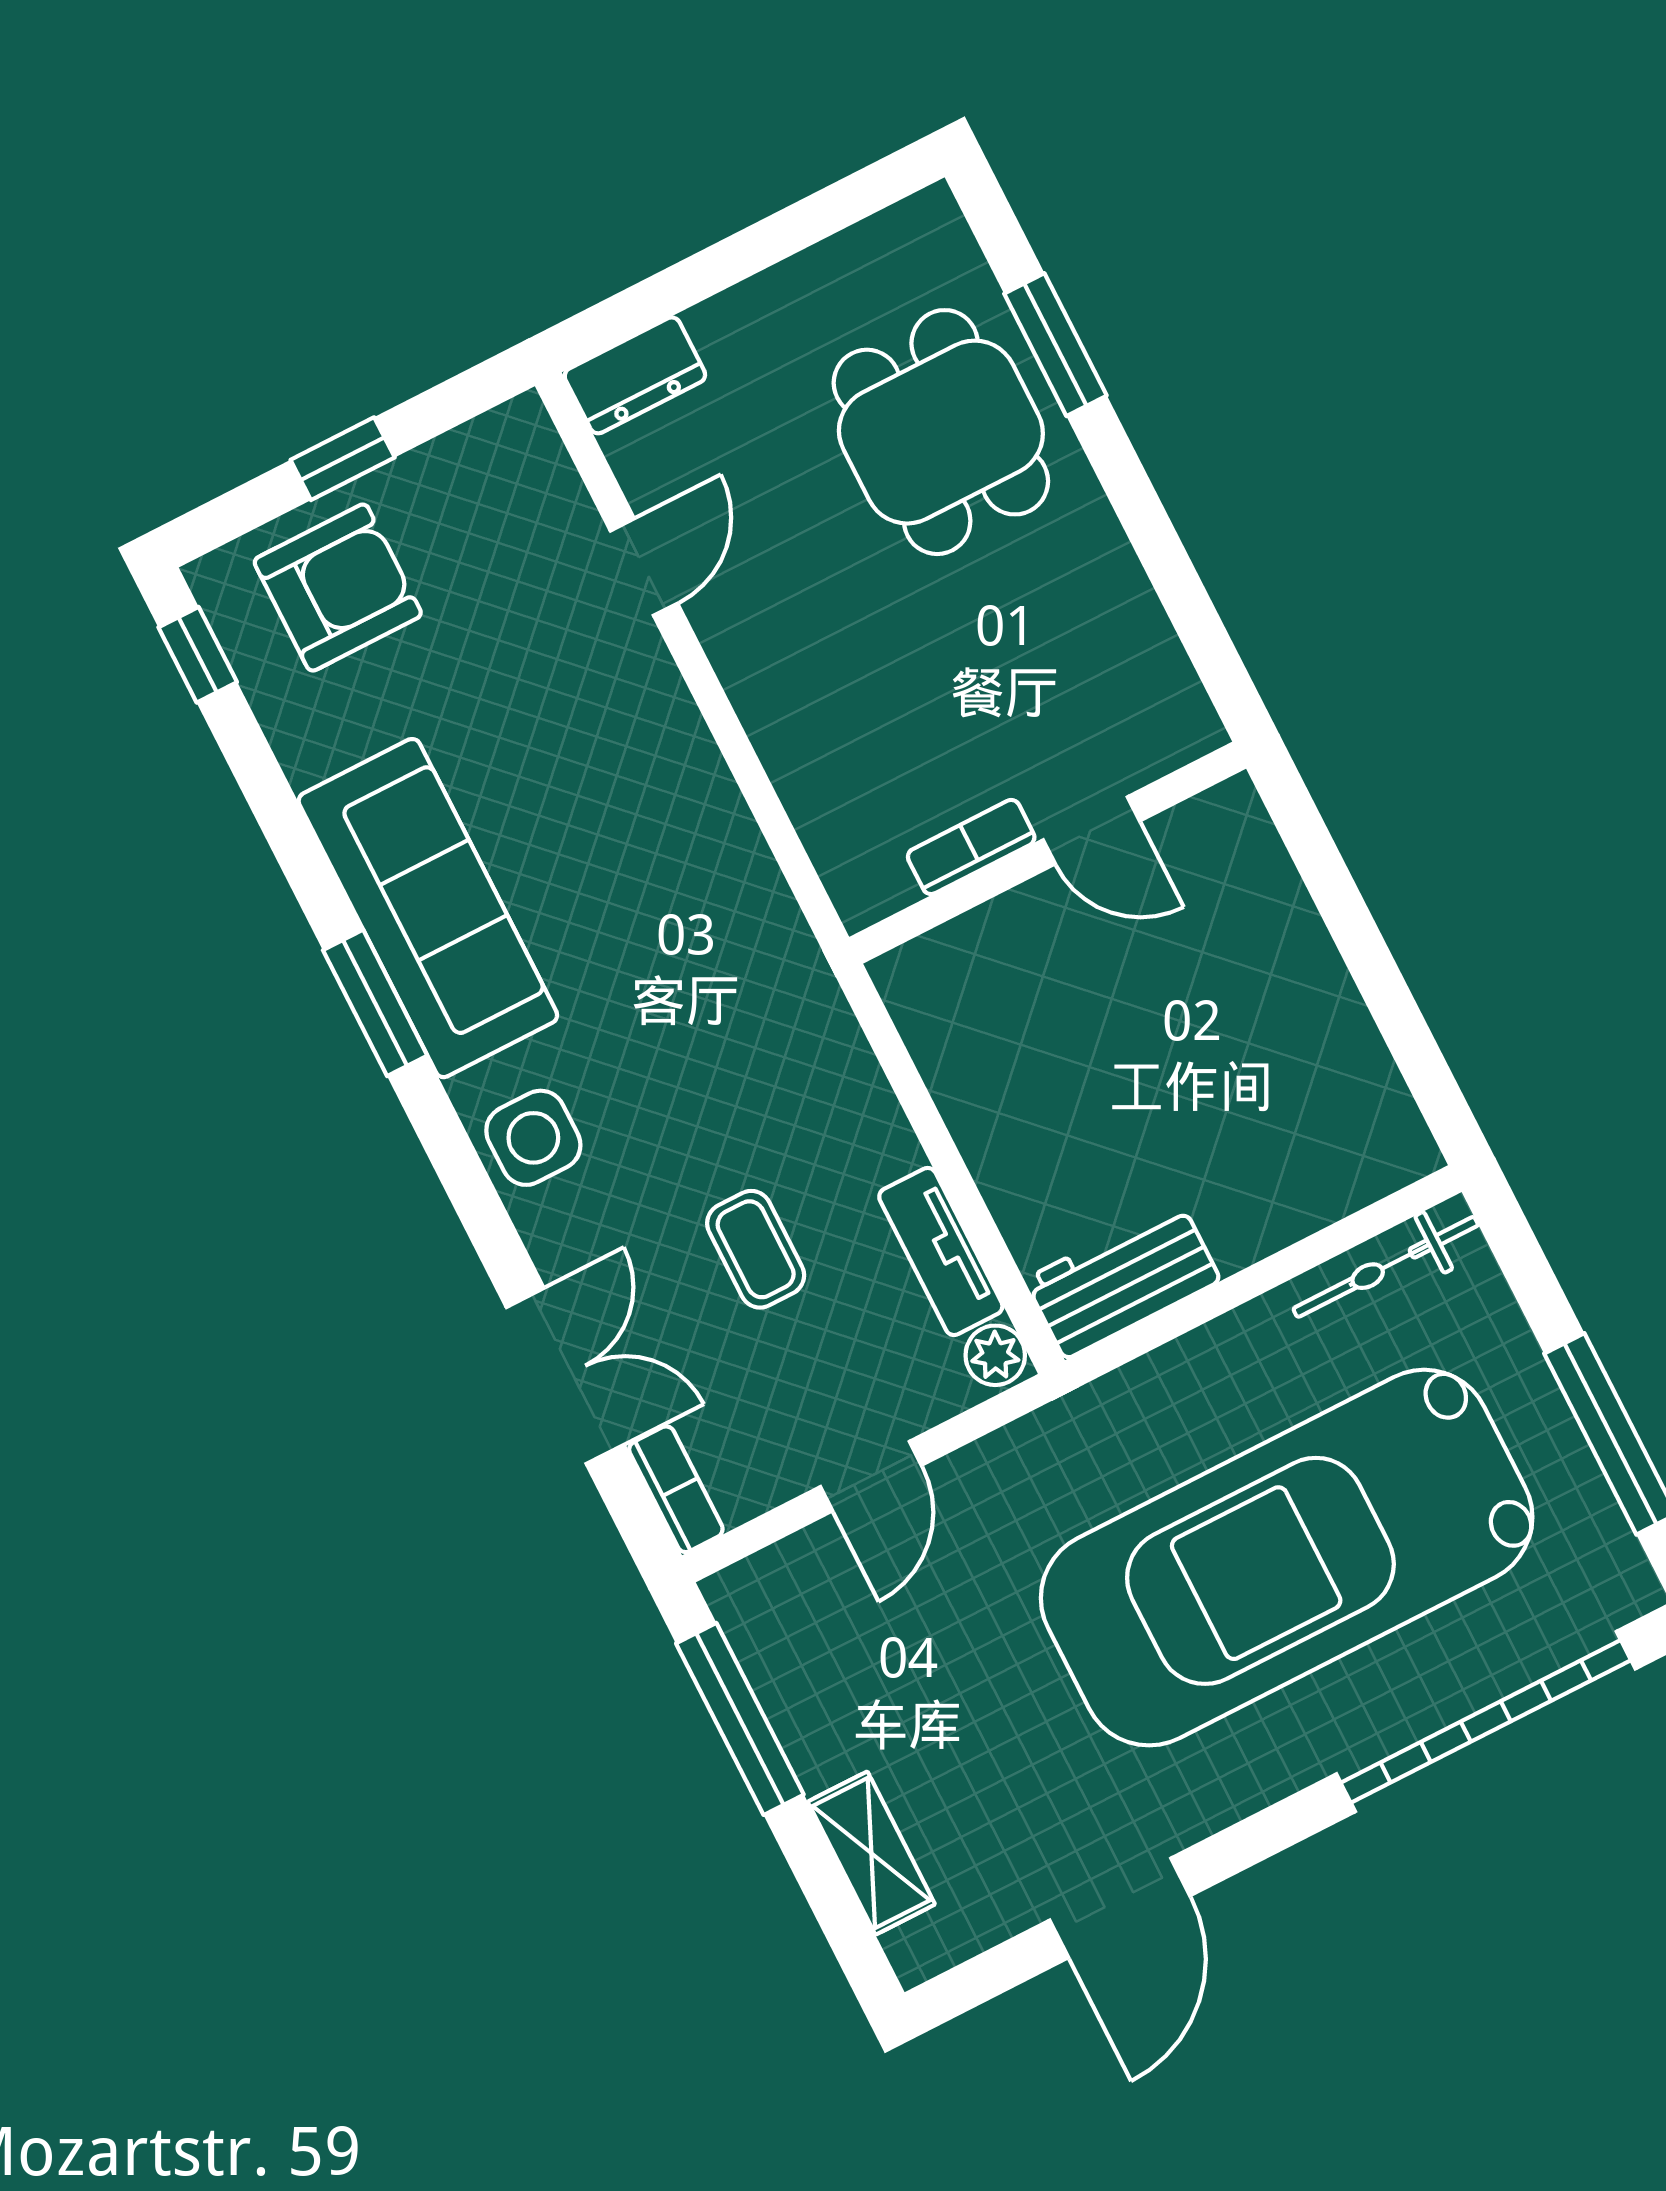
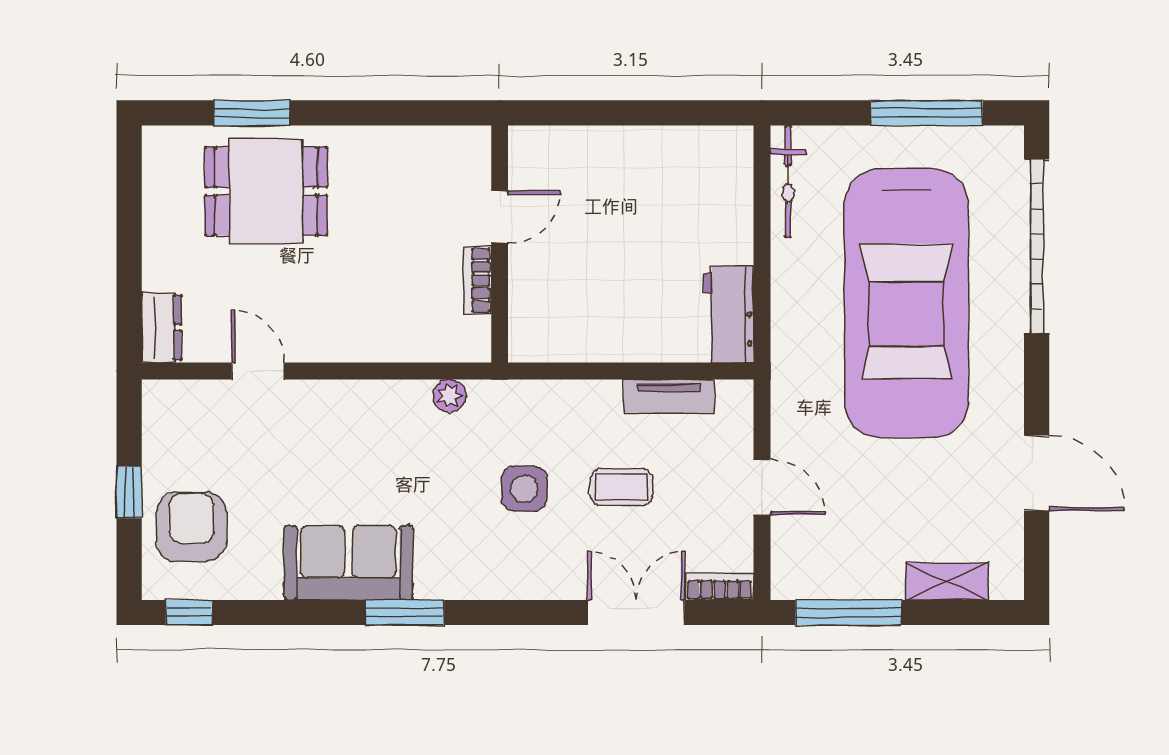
sofa: (428, 908) -> (348, 563), width x0.73
side table: (533, 1138) -> (524, 489), moved
plant: (995, 1355) -> (449, 396), moved

